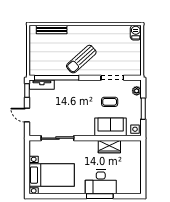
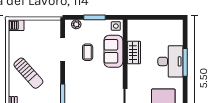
sun lounger: (81, 59) -> (28, 73), moved

